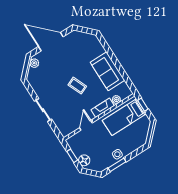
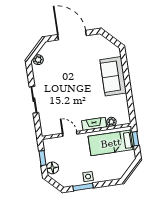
plant: (34, 63) -> (38, 60), moved
sofa: (107, 71) -> (113, 76), moved
coffee table: (77, 86) -> (79, 91), removed
door: (86, 125) -> (70, 134), hinge flipped

